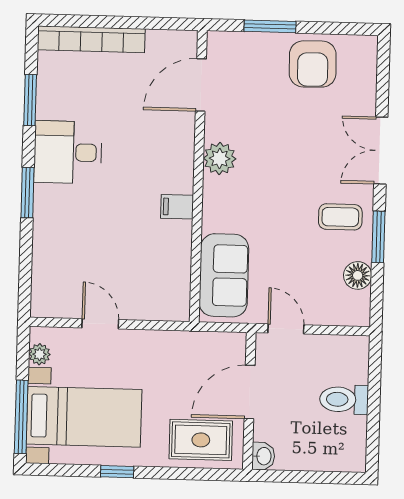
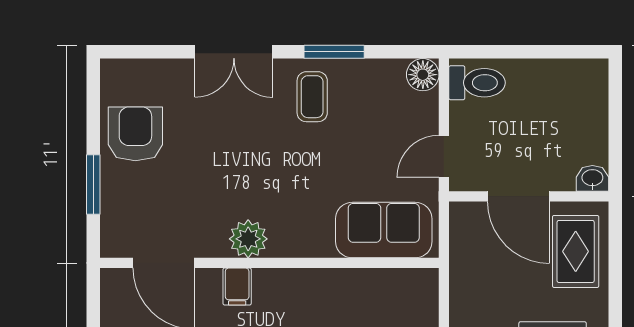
armchair: (313, 64) -> (135, 134), turned -89
filing cabinet: (177, 207) -> (237, 287), moved
floor lamp: (358, 275) -> (423, 75), moved
toilet: (344, 399) -> (477, 83), moved, turned -90

